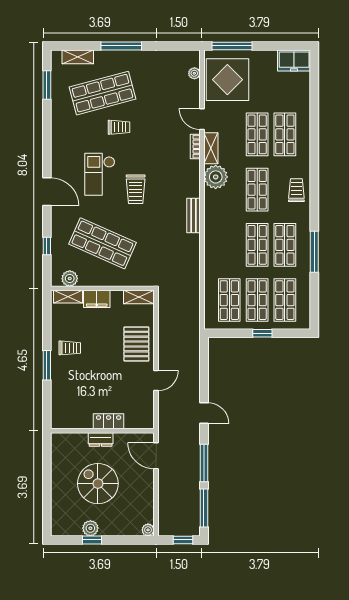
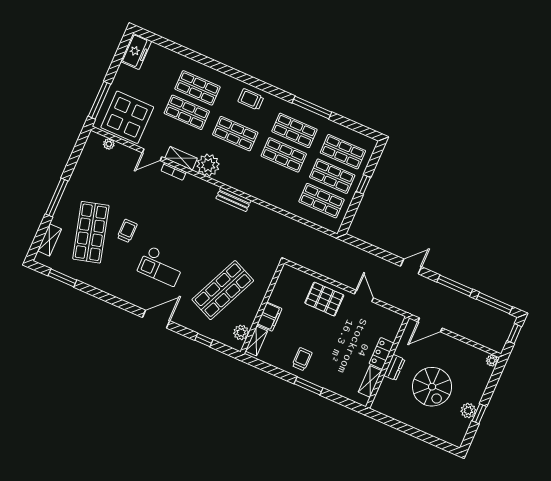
trolley: (136, 189) -> (188, 240), removed
shelving: (139, 297) -> (370, 381), moved
spiral stairs: (98, 484) -> (432, 387), turned -90

